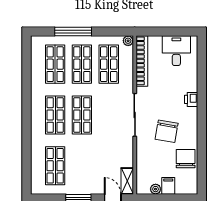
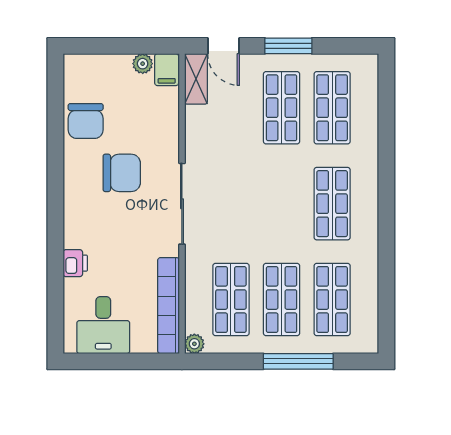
printer: (191, 99) -> (75, 263), moved
shop shelf: (82, 115) -> (282, 108), moved
chair: (167, 131) -> (122, 173), turned 80
filing cabinet: (168, 186) -> (167, 70), moved

